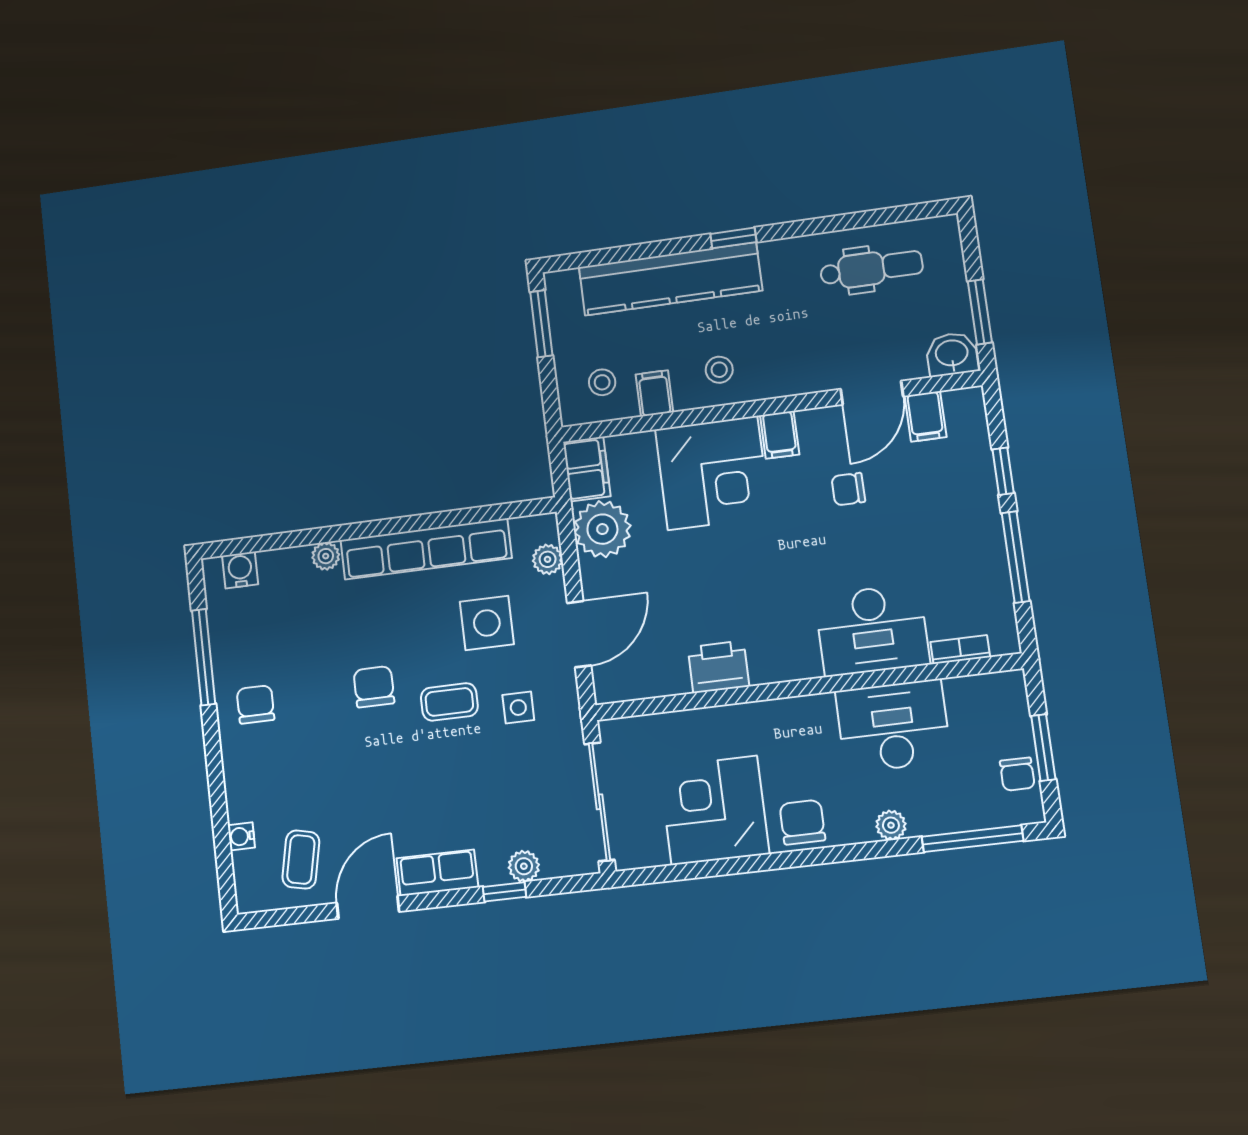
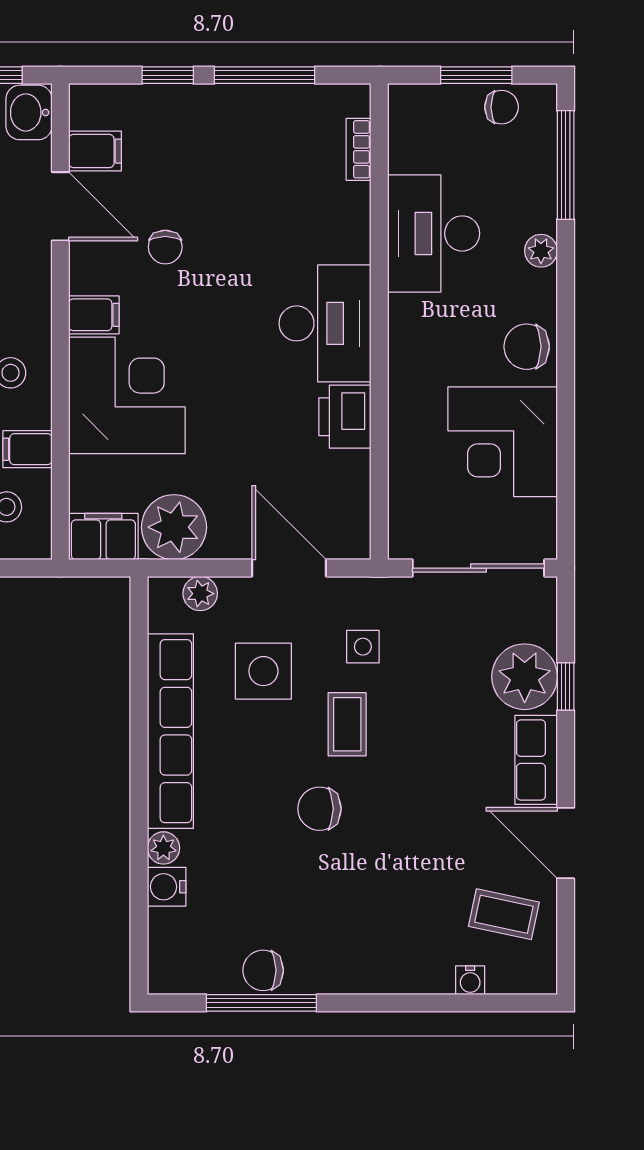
water cooler: (240, 570) -> (167, 887), moved
desk: (872, 630) -> (325, 323), moved
chair: (256, 704) -> (263, 970), moved
plant: (524, 866) -> (525, 677), width x1.87, depth x1.87

